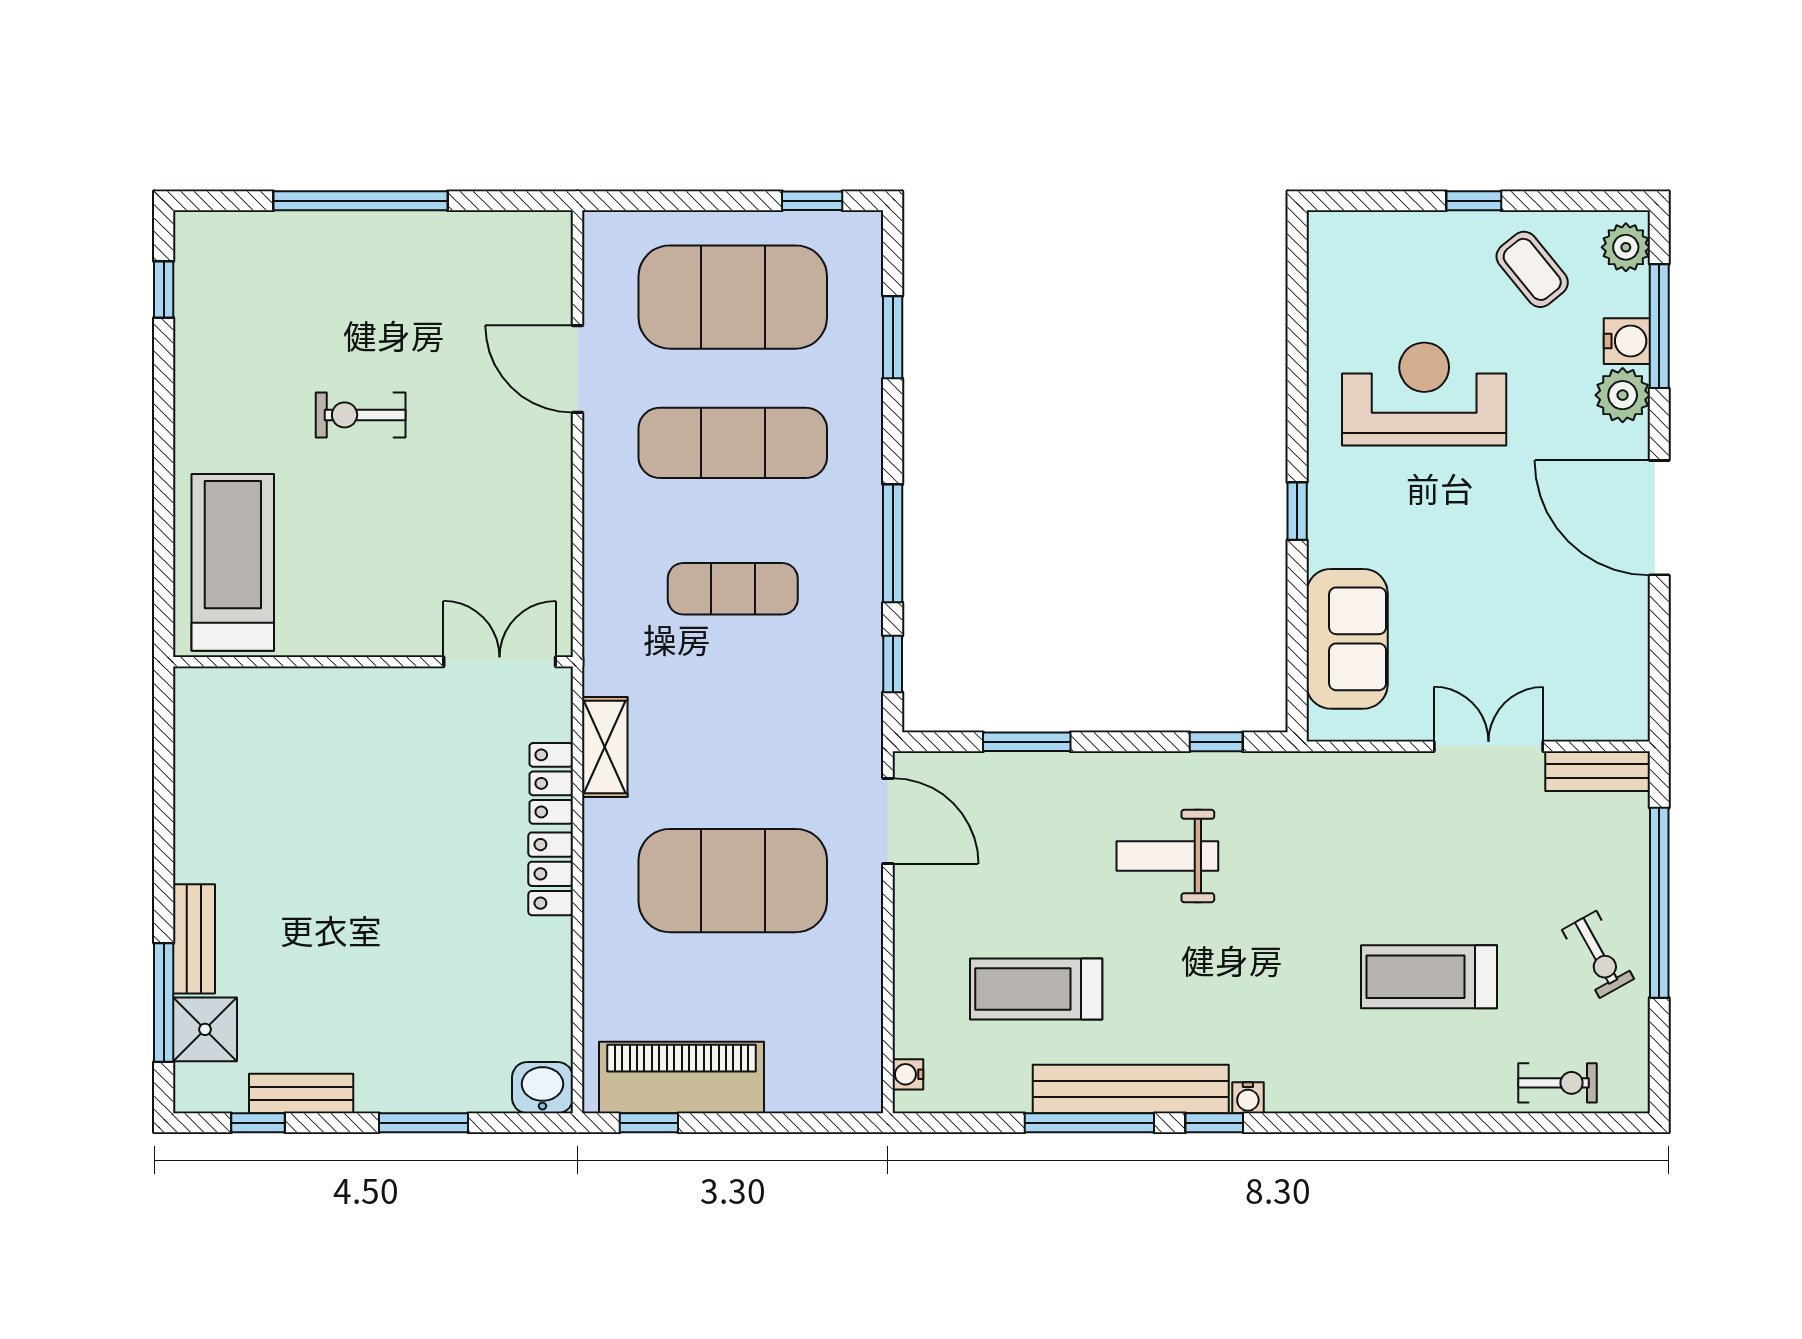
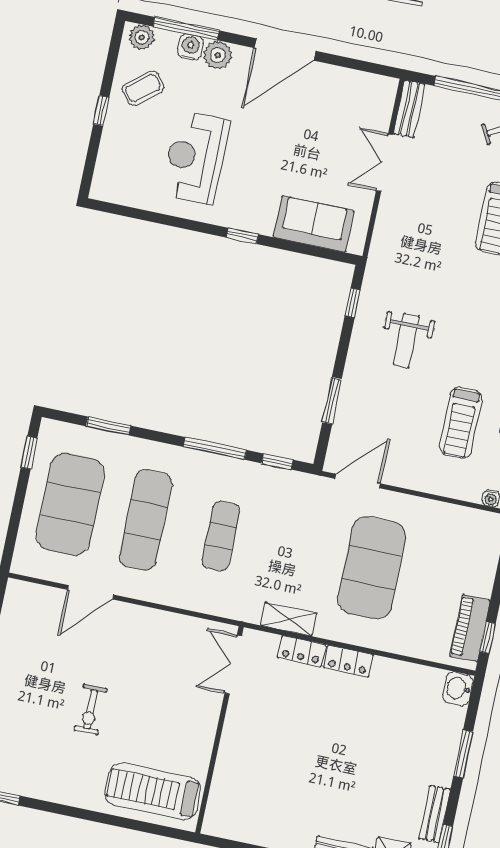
piano: (682, 1077) -> (470, 628), width x0.73, depth x0.75

